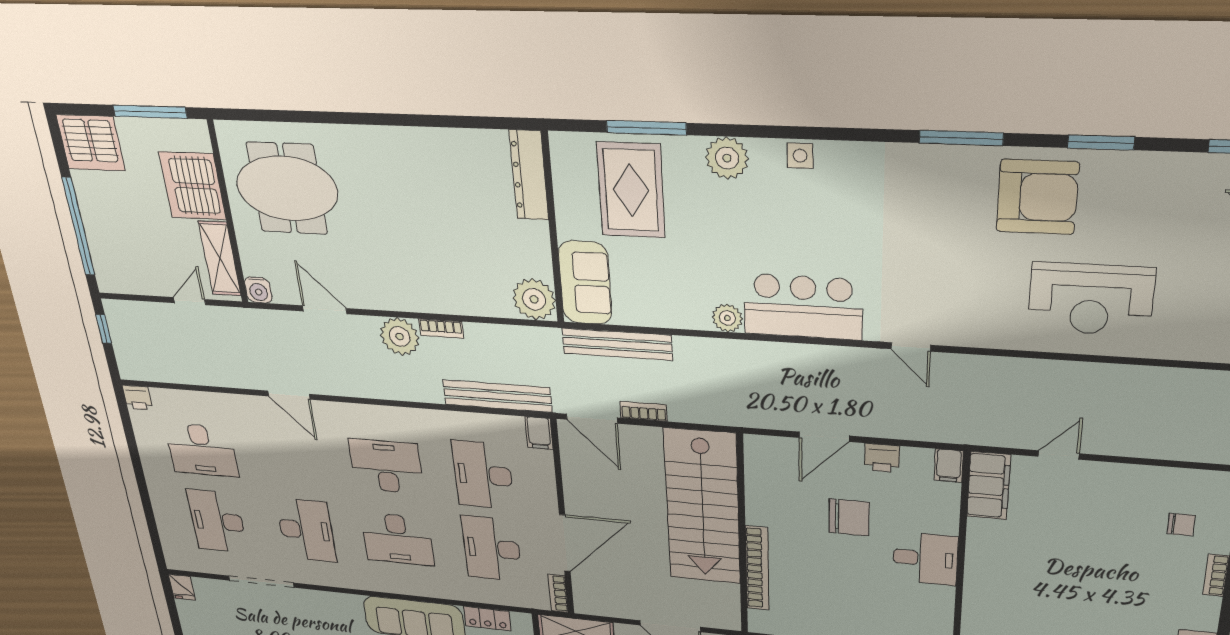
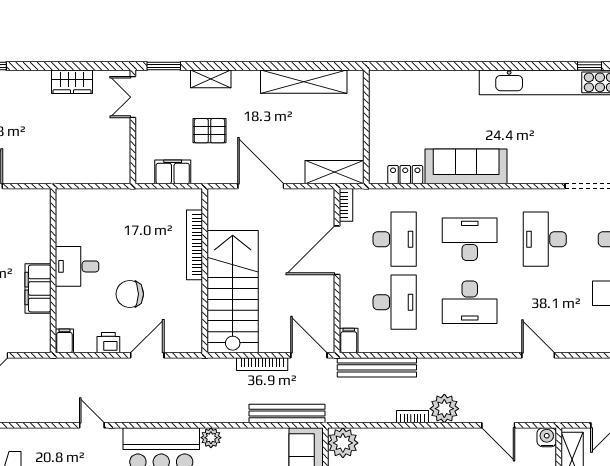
bookcase: (644, 411) -> (262, 364), width x1.56
filing cabinet: (989, 486) -> (38, 289), moved

